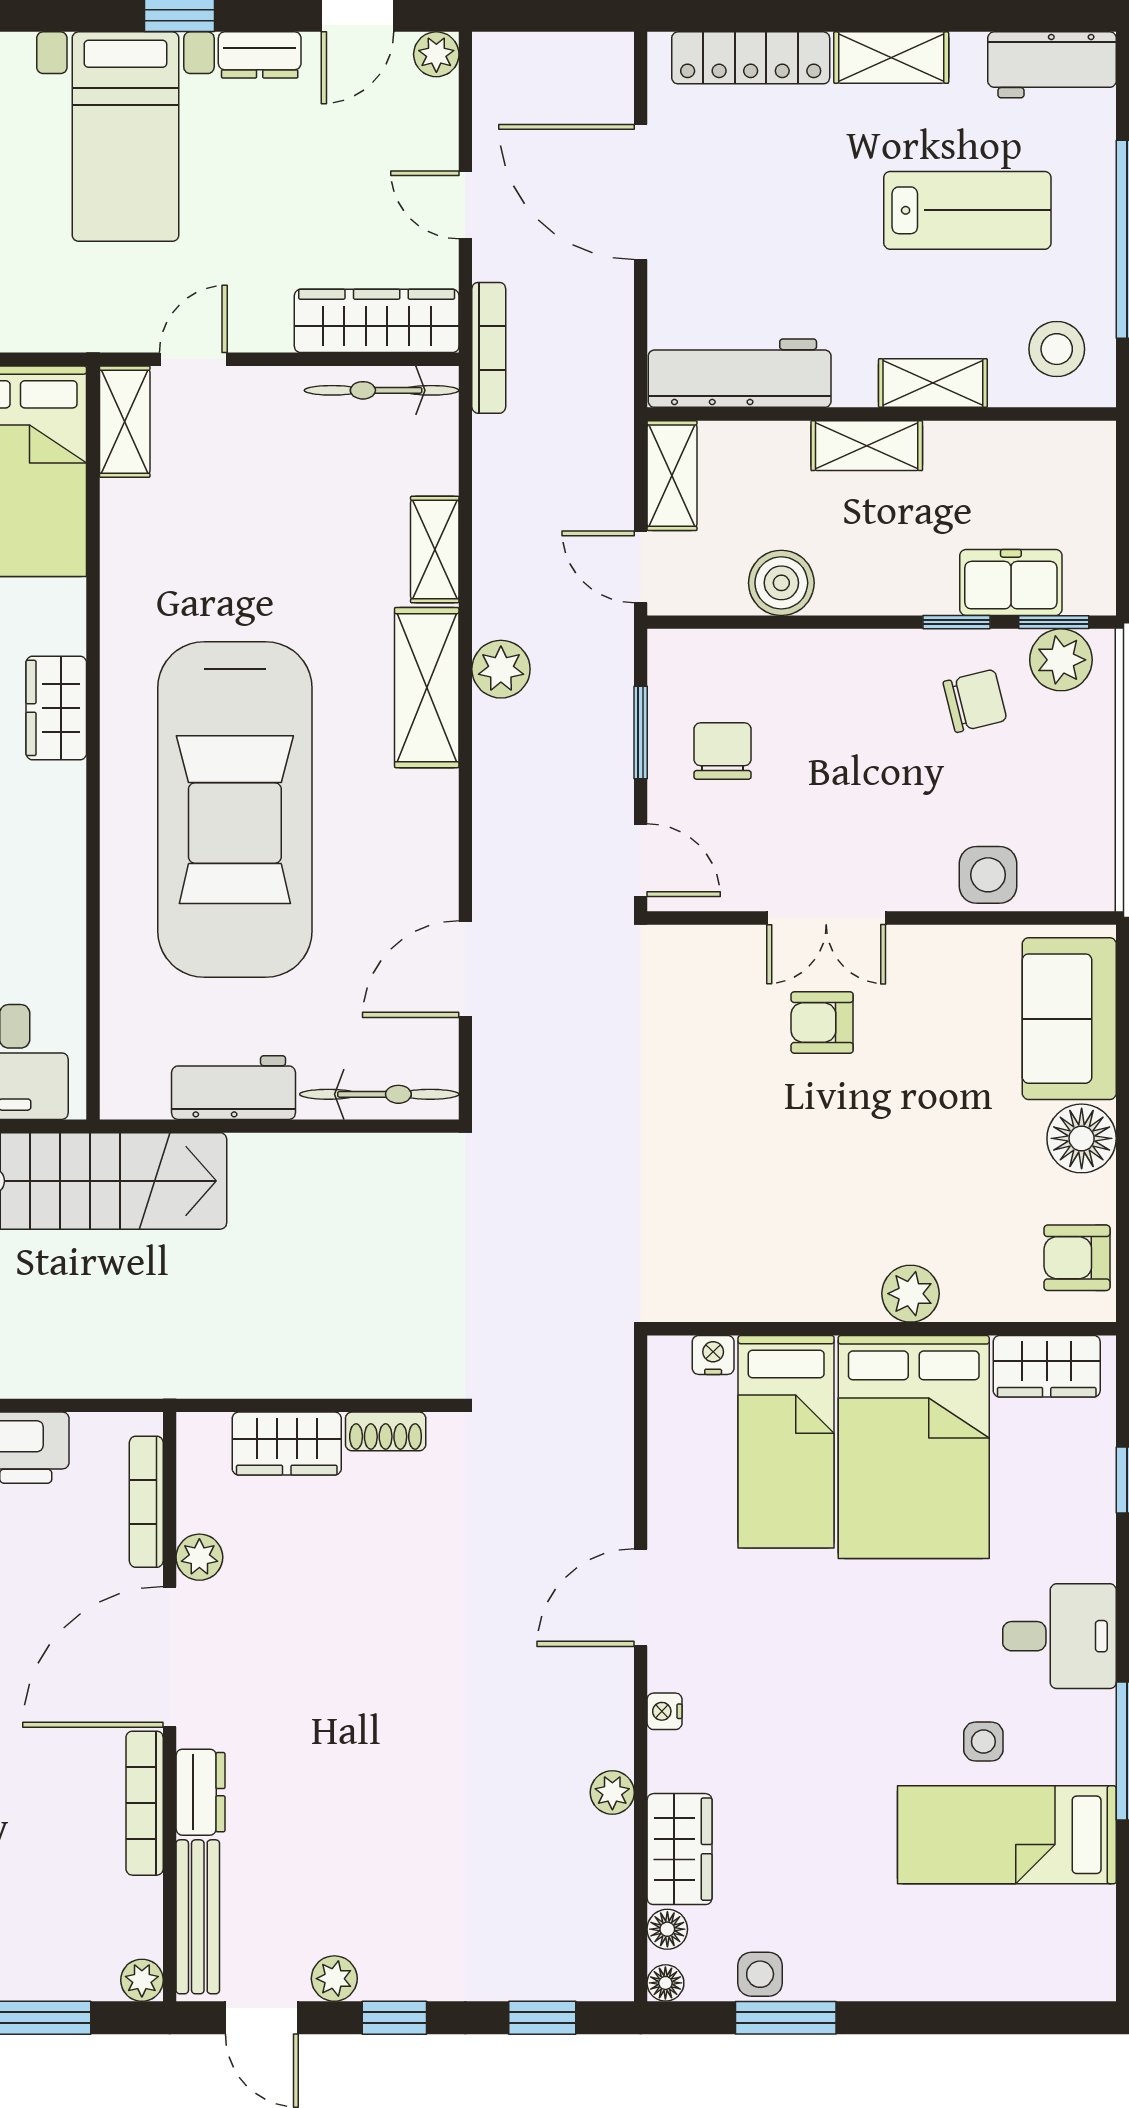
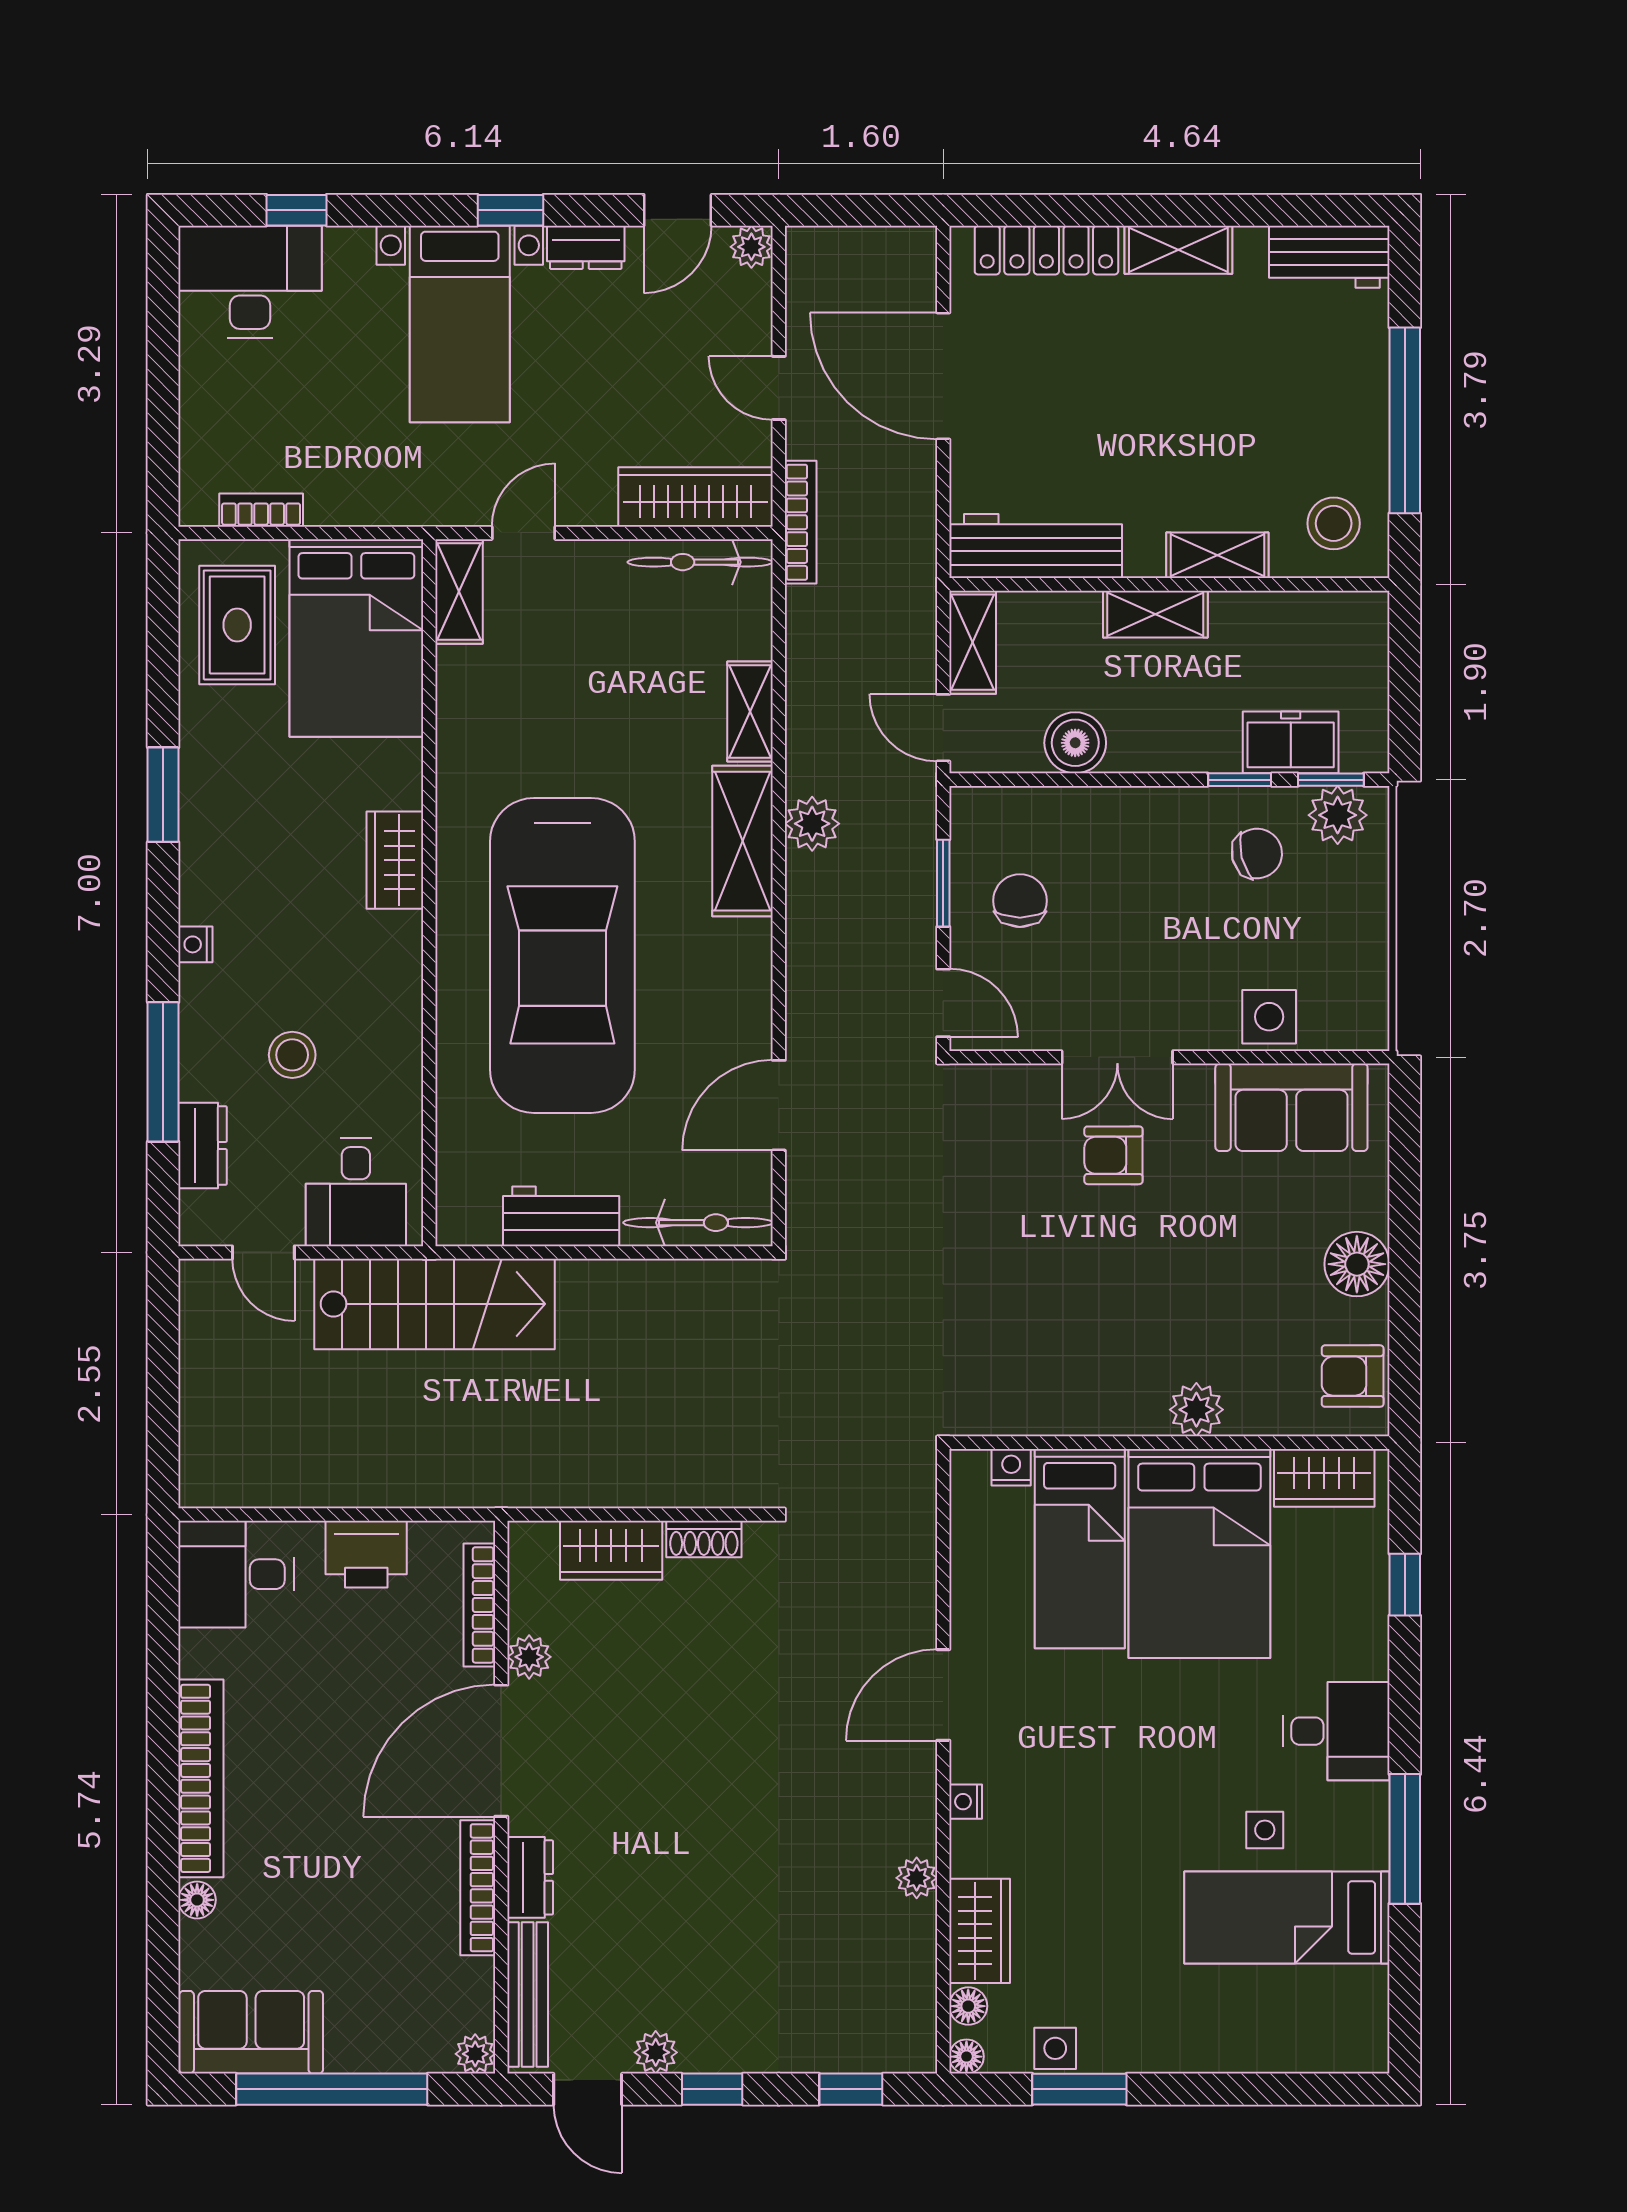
lab bench: (967, 210) -> (1250, 393), removed
sofa: (1069, 1019) -> (1291, 1107), moved, turned -90

